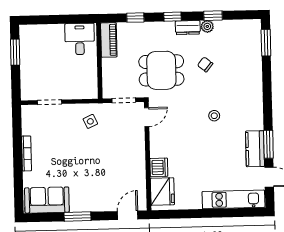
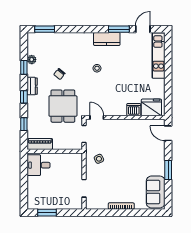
plant: (207, 26) -> (32, 60), moved
kitchen counter: (255, 149) -> (107, 39), moved

